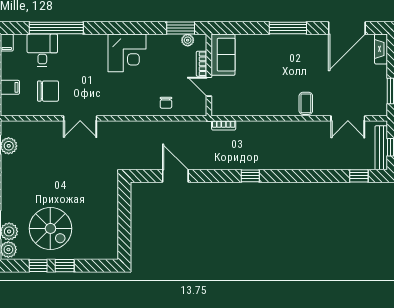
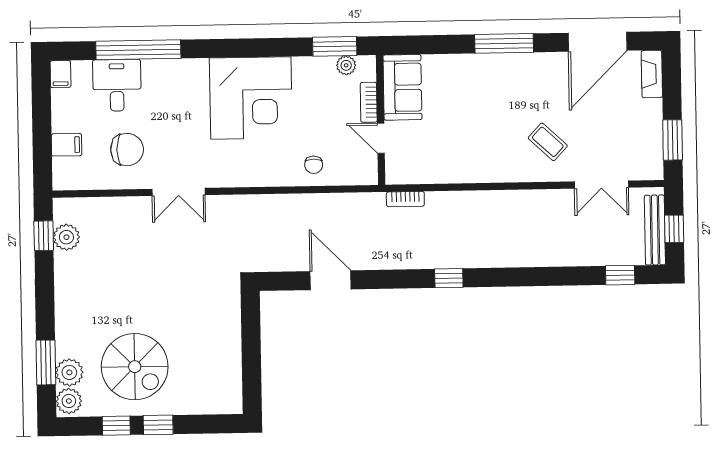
corner desk: (127, 53) -> (251, 98), width x1.36, depth x1.36
coffee table: (306, 103) -> (548, 142), moved, turned -47

